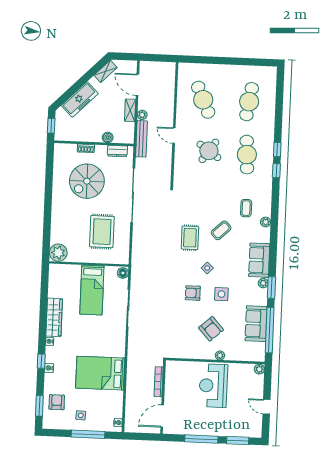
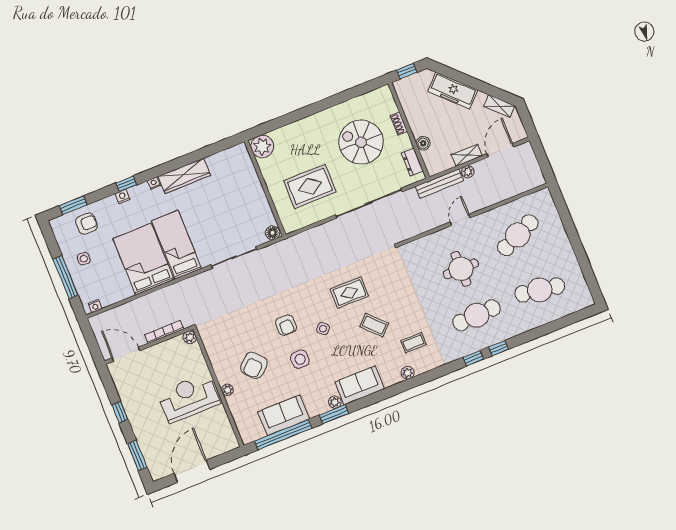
round table: (209, 151) -> (461, 269), turned -35
bed: (92, 290) -> (177, 245), moved, turned 90
armchair: (193, 293) -> (286, 325), turned 180
plant: (259, 369) -> (190, 337), moved
door: (266, 407) -> (192, 471), width x1.87
window: (201, 439) -> (120, 412), width x0.46

